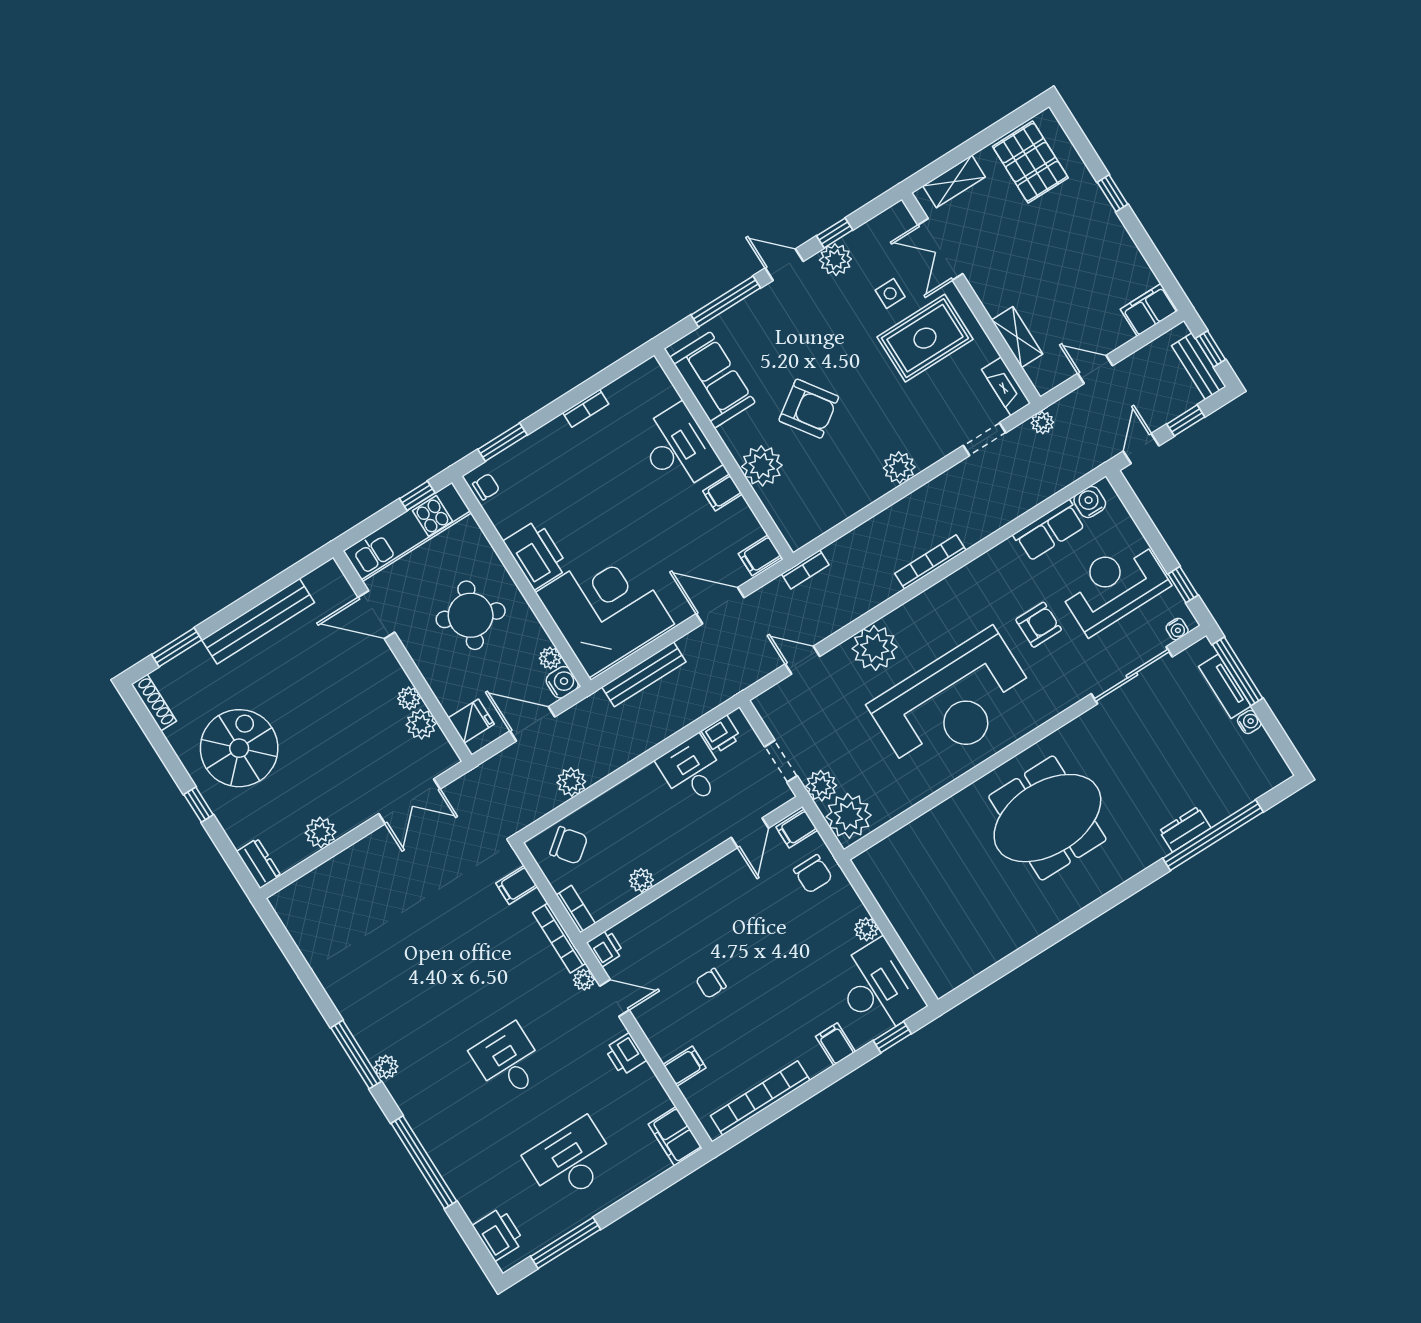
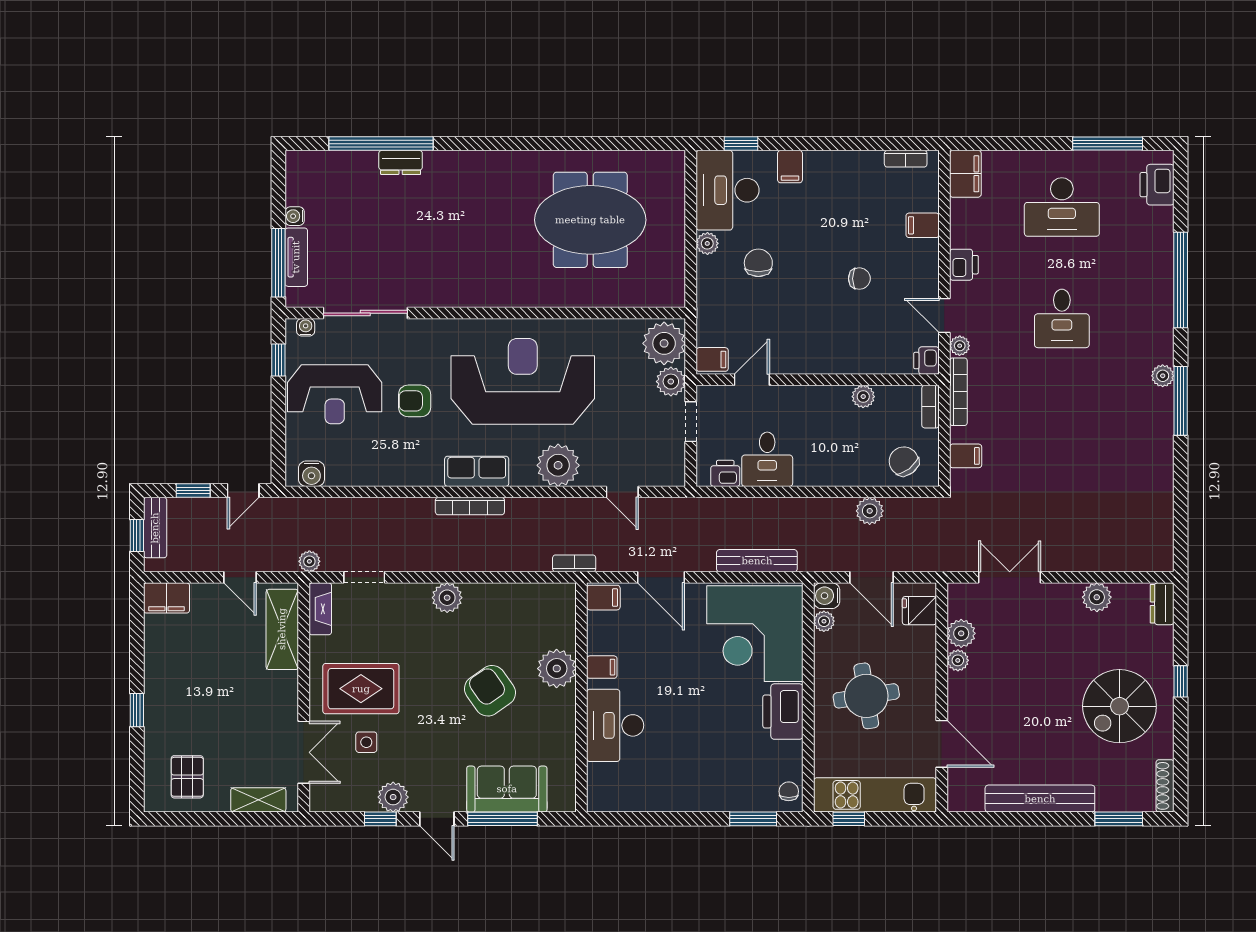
pallet: (1030, 162) -> (187, 777), width x0.67, depth x0.71
shelving: (1017, 337) -> (282, 629), width x1.50, depth x1.33
sofa: (712, 380) -> (507, 789), moved, turned 90
bookcase: (586, 408) -> (669, 804), removed
chair: (486, 487) -> (789, 791), turned 90
row of seats: (1049, 530) -> (477, 471), moved
round table: (471, 615) -> (866, 696), turned -32
meeting table: (1047, 818) -> (590, 220), moved
chair: (813, 874) -> (758, 263), moved
bookcase: (760, 1098) -> (906, 159), width x0.43, depth x0.76

